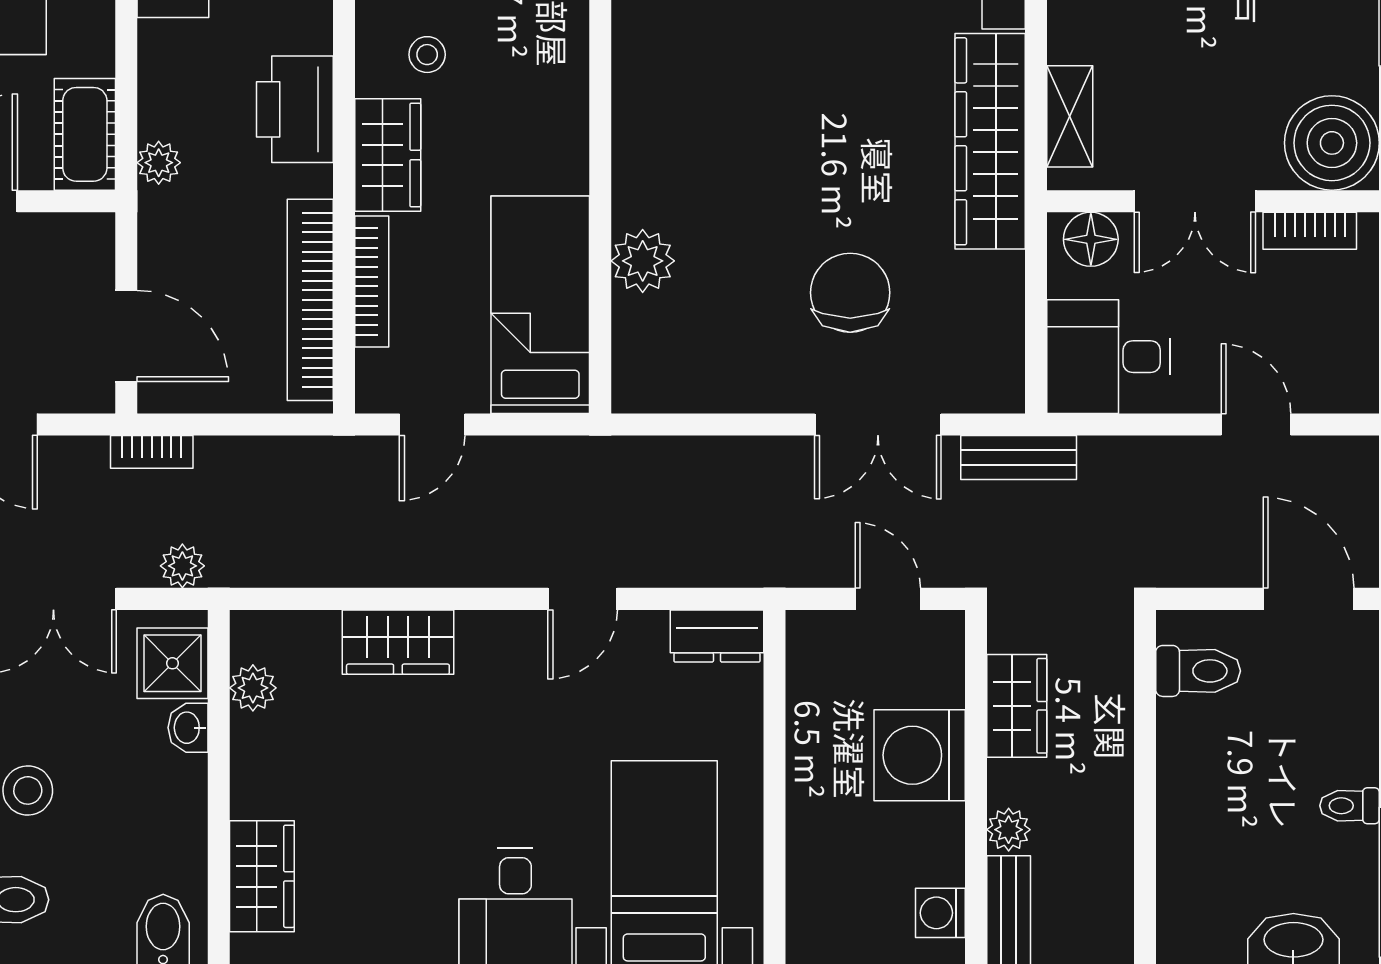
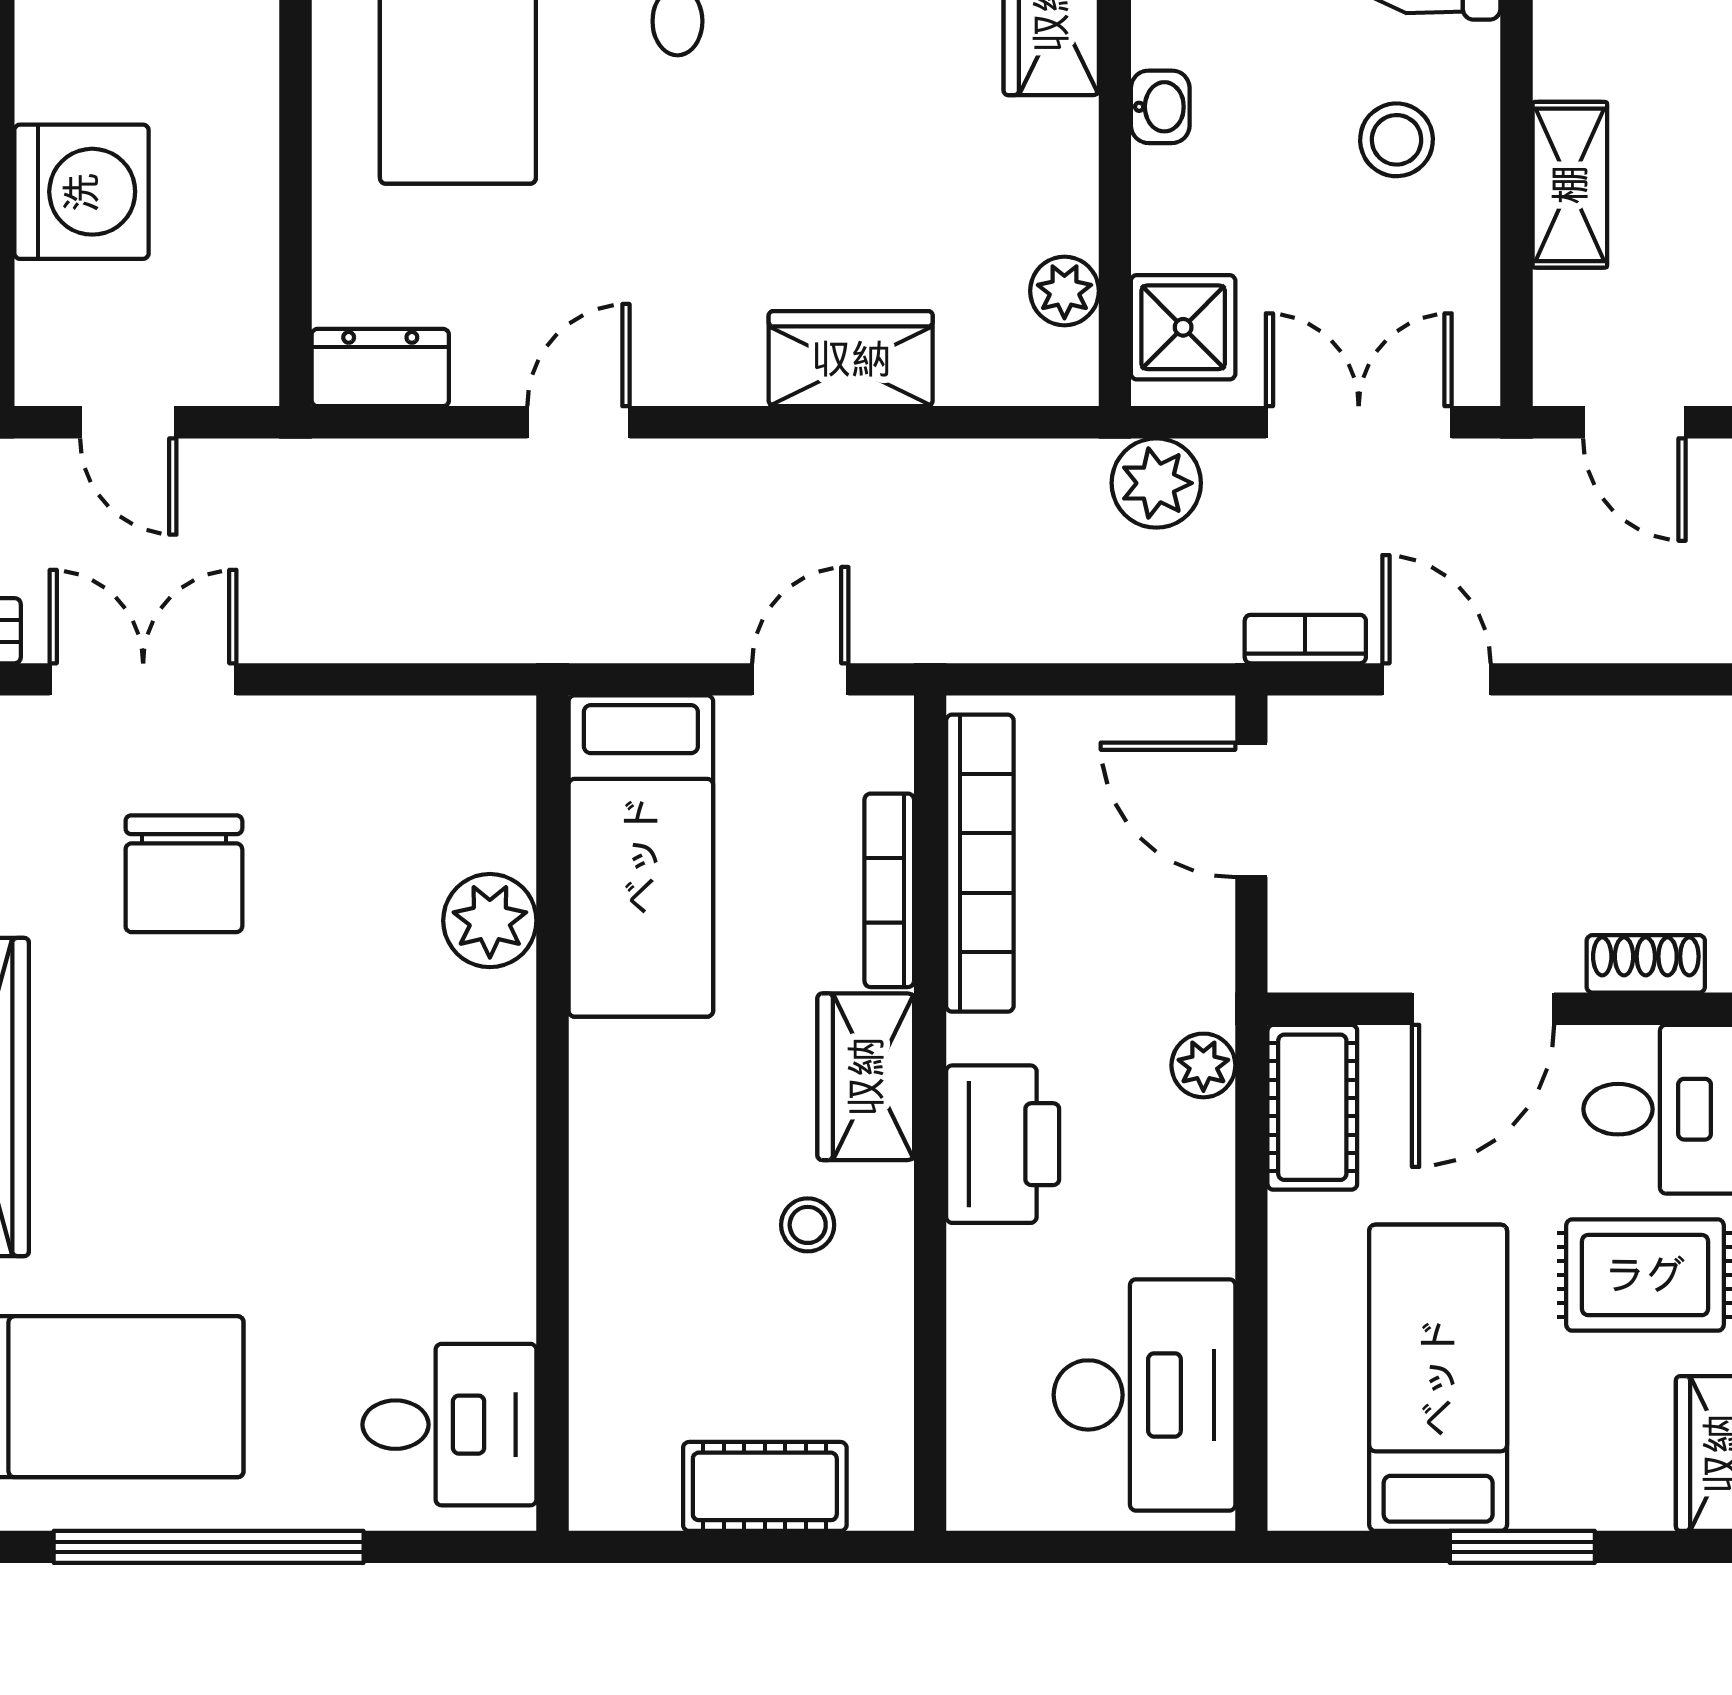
bookcase: (152, 452) -> (1305, 639), moved
plant: (182, 566) -> (1156, 483), width x1.38, depth x1.38
washbasin: (188, 728) -> (1160, 107), moved

